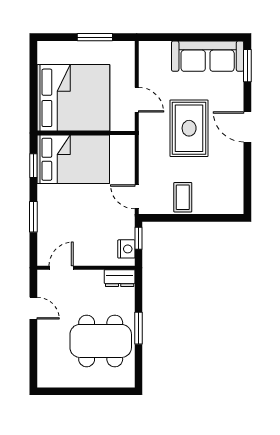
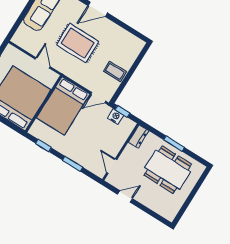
door: (137, 100) -> (43, 63), hinge flipped
bed: (73, 159) -> (63, 106), moved, turned 180
nightstand: (126, 249) -> (116, 117), moved
dining table: (101, 341) -> (168, 170), turned 90

